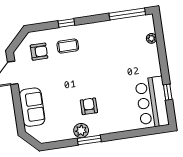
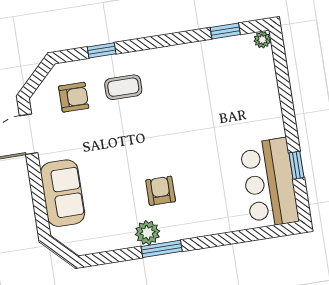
window: (127, 14) -> (225, 31), width x0.46
window: (66, 23) -> (102, 50), moved
plant: (151, 38) -> (262, 40), moved

